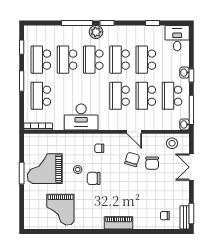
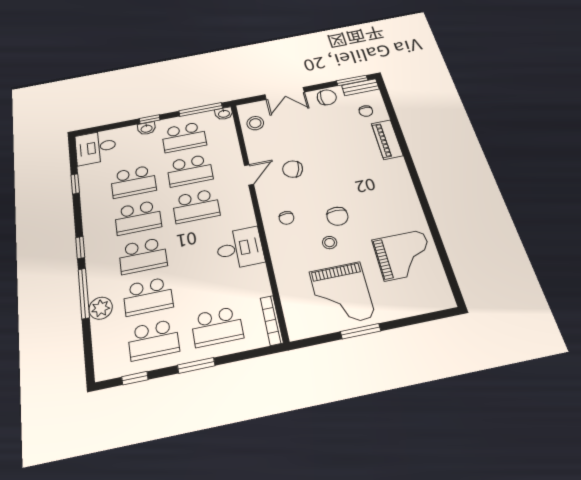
plant: (96, 32) -> (101, 308), moved
desk: (81, 117) -> (240, 248), width x0.73
chair: (152, 163) -> (327, 97), moved
piano: (119, 223) -> (387, 140), moved

